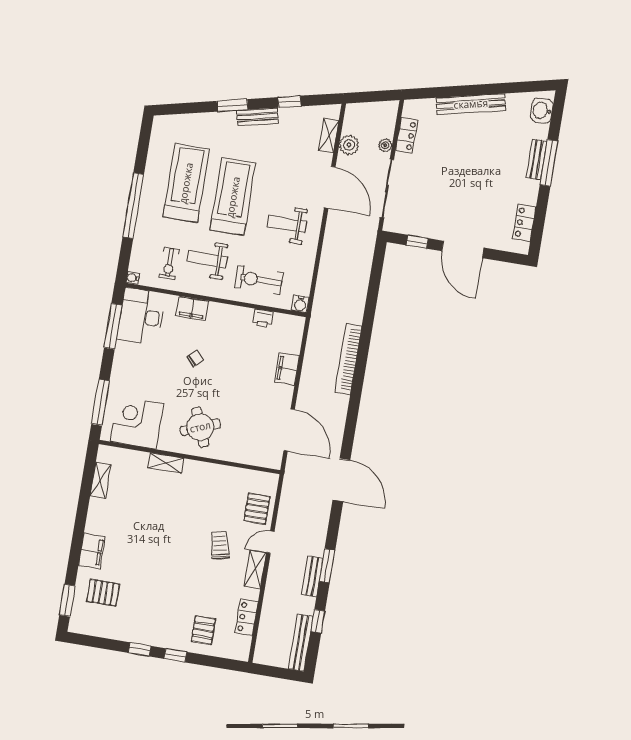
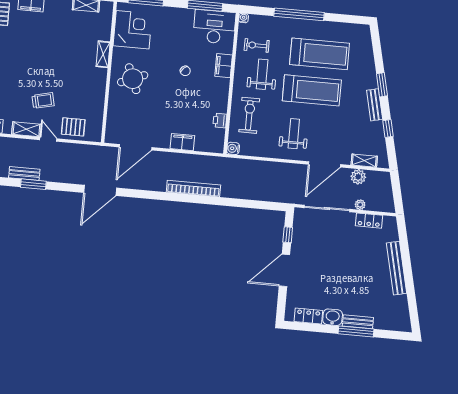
washbasin: (542, 111) -> (333, 317), moved

